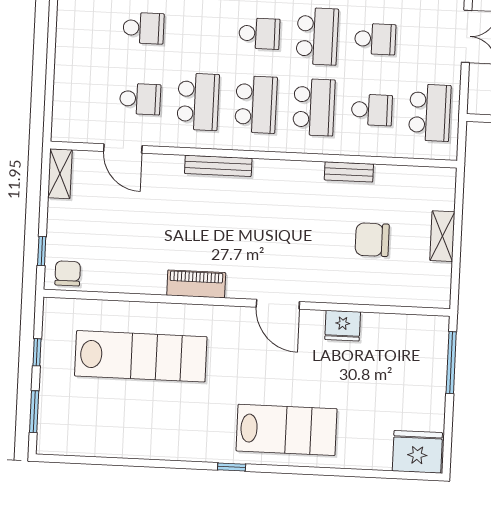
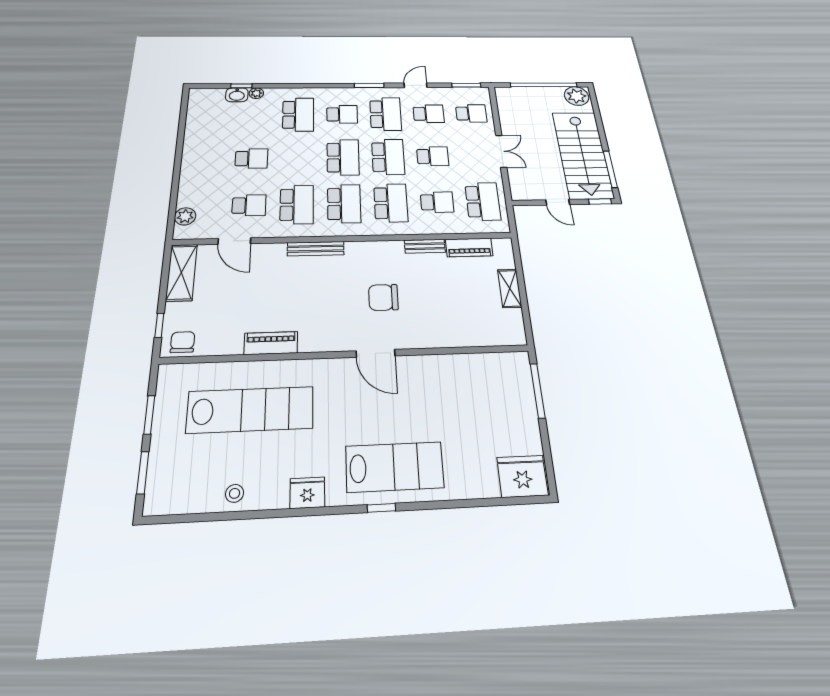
school desk: (259, 34) -> (343, 157), width x1.85
plant: (64, 110) -> (185, 216), added
shelving: (60, 174) -> (182, 272), width x1.50, depth x1.33
piano: (403, 178) -> (469, 248), added
chair: (372, 240) -> (383, 297), moved
piano: (196, 284) -> (271, 343), moved
fridge: (343, 326) -> (307, 493), moved, turned 180
window: (37, 352) -> (149, 415), width x1.50
stool: (125, 441) -> (235, 493), added
window: (232, 467) -> (381, 508), moved

